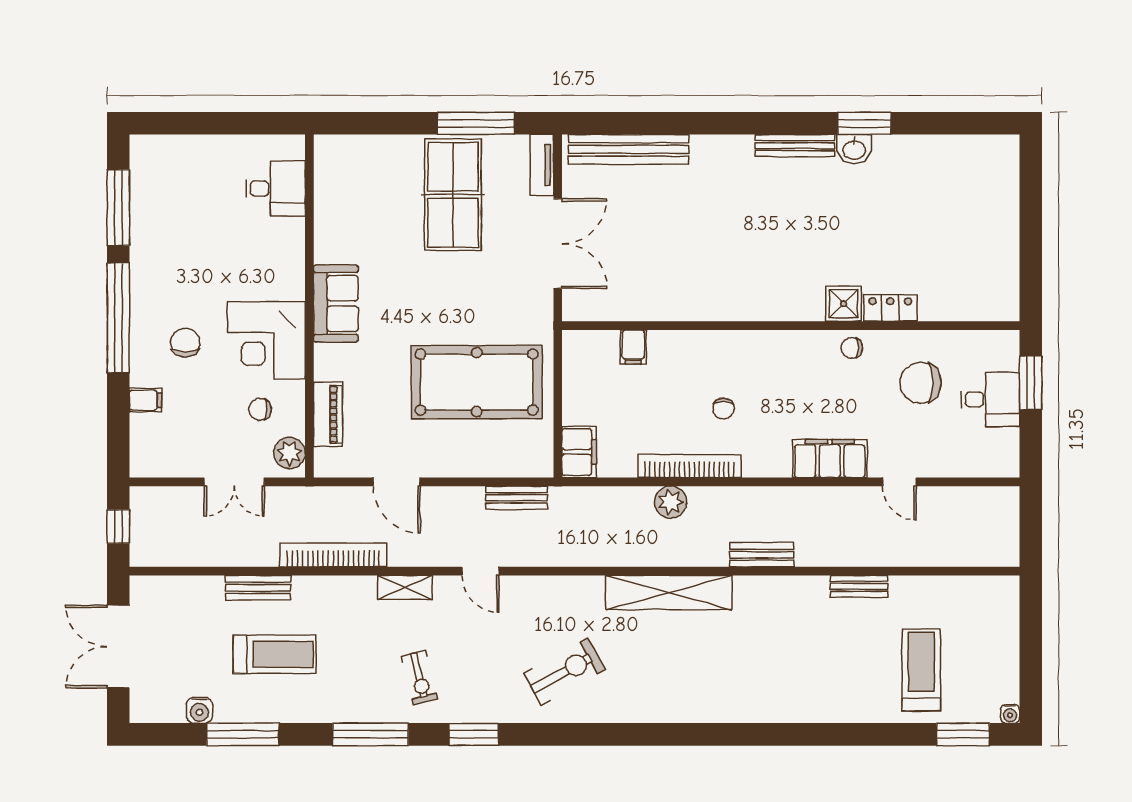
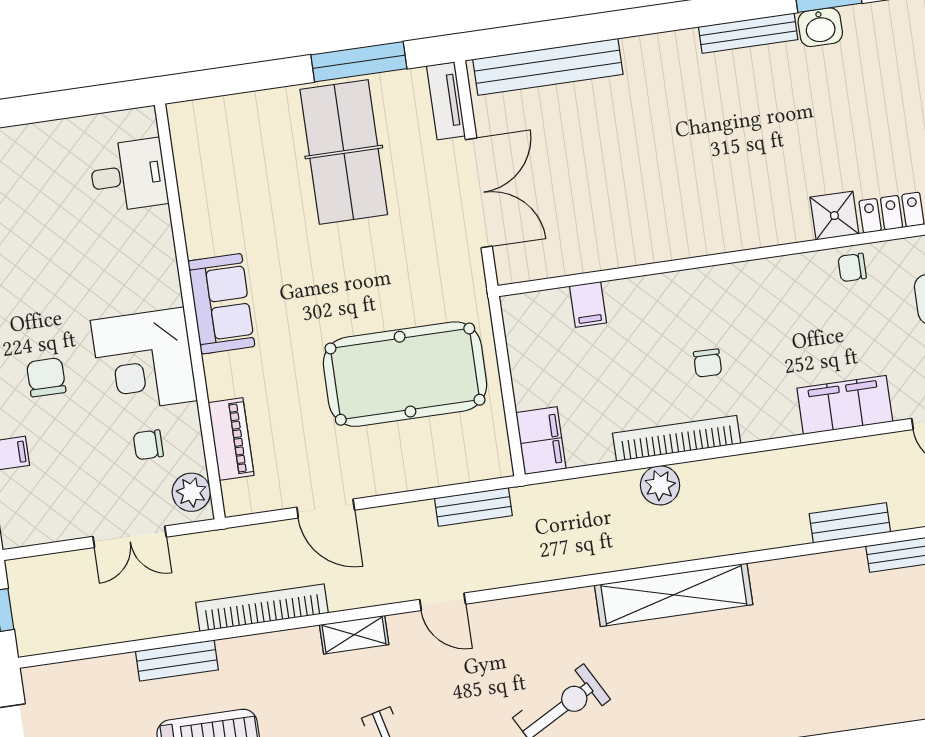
bench: (762, 555) -> (850, 523), moved

